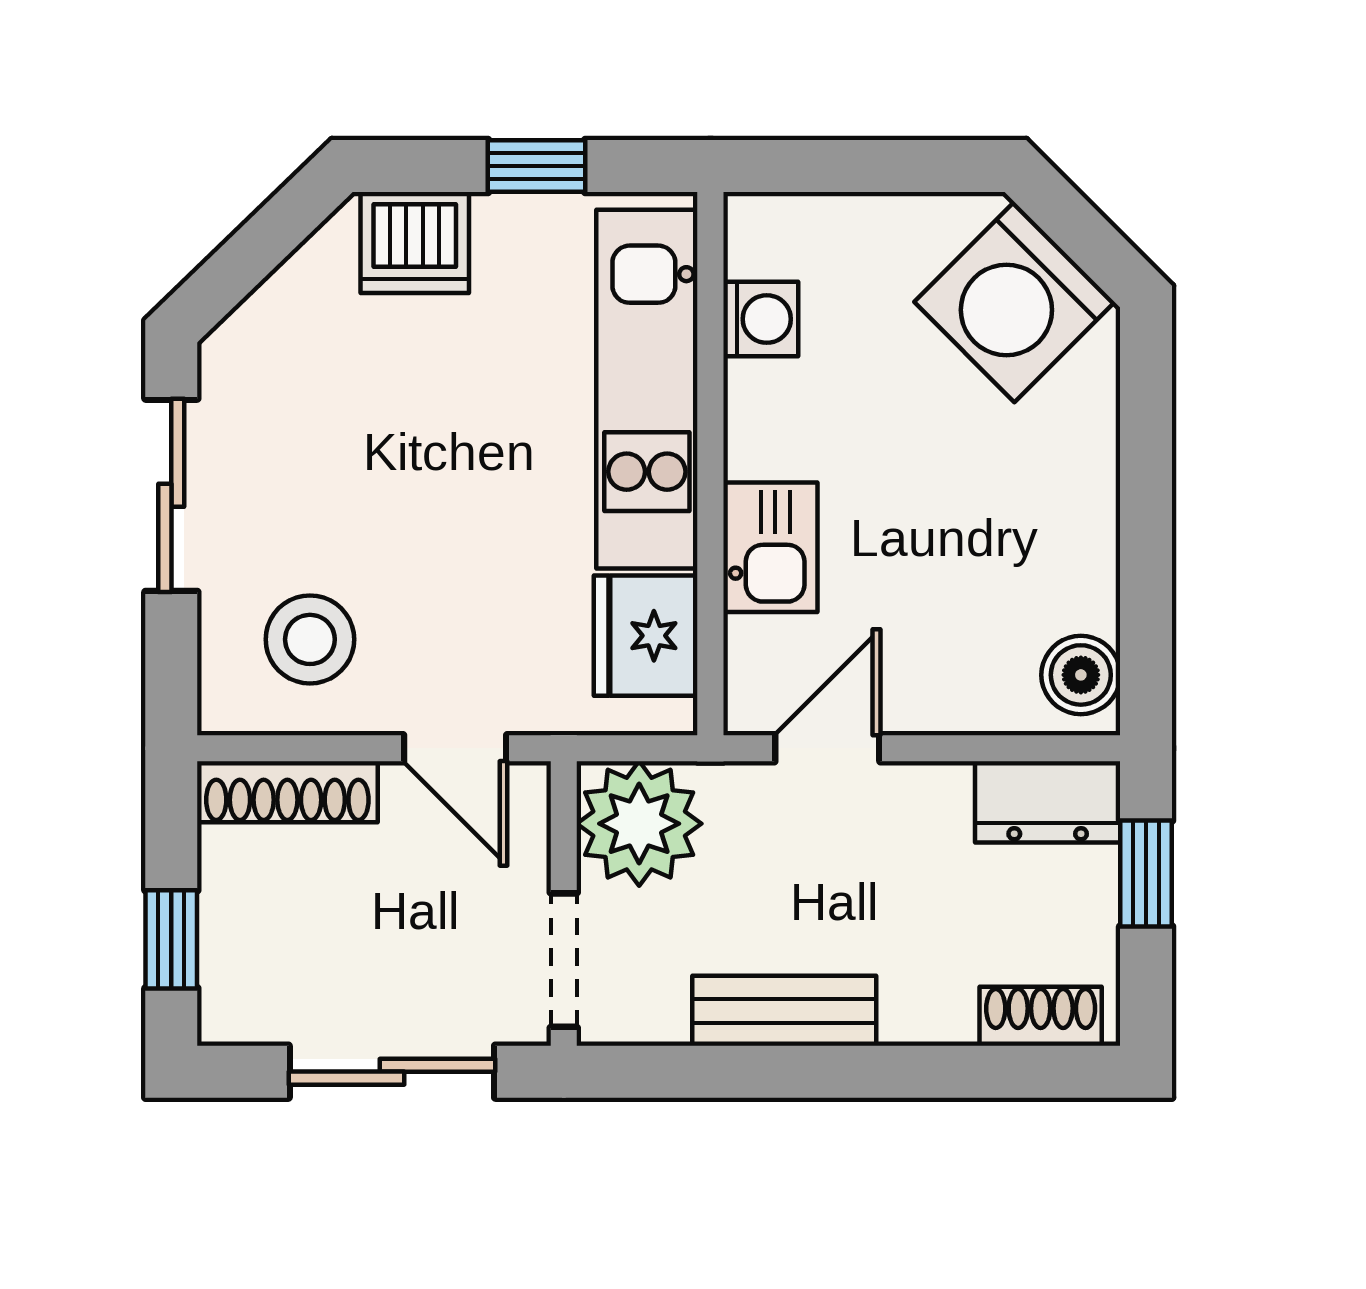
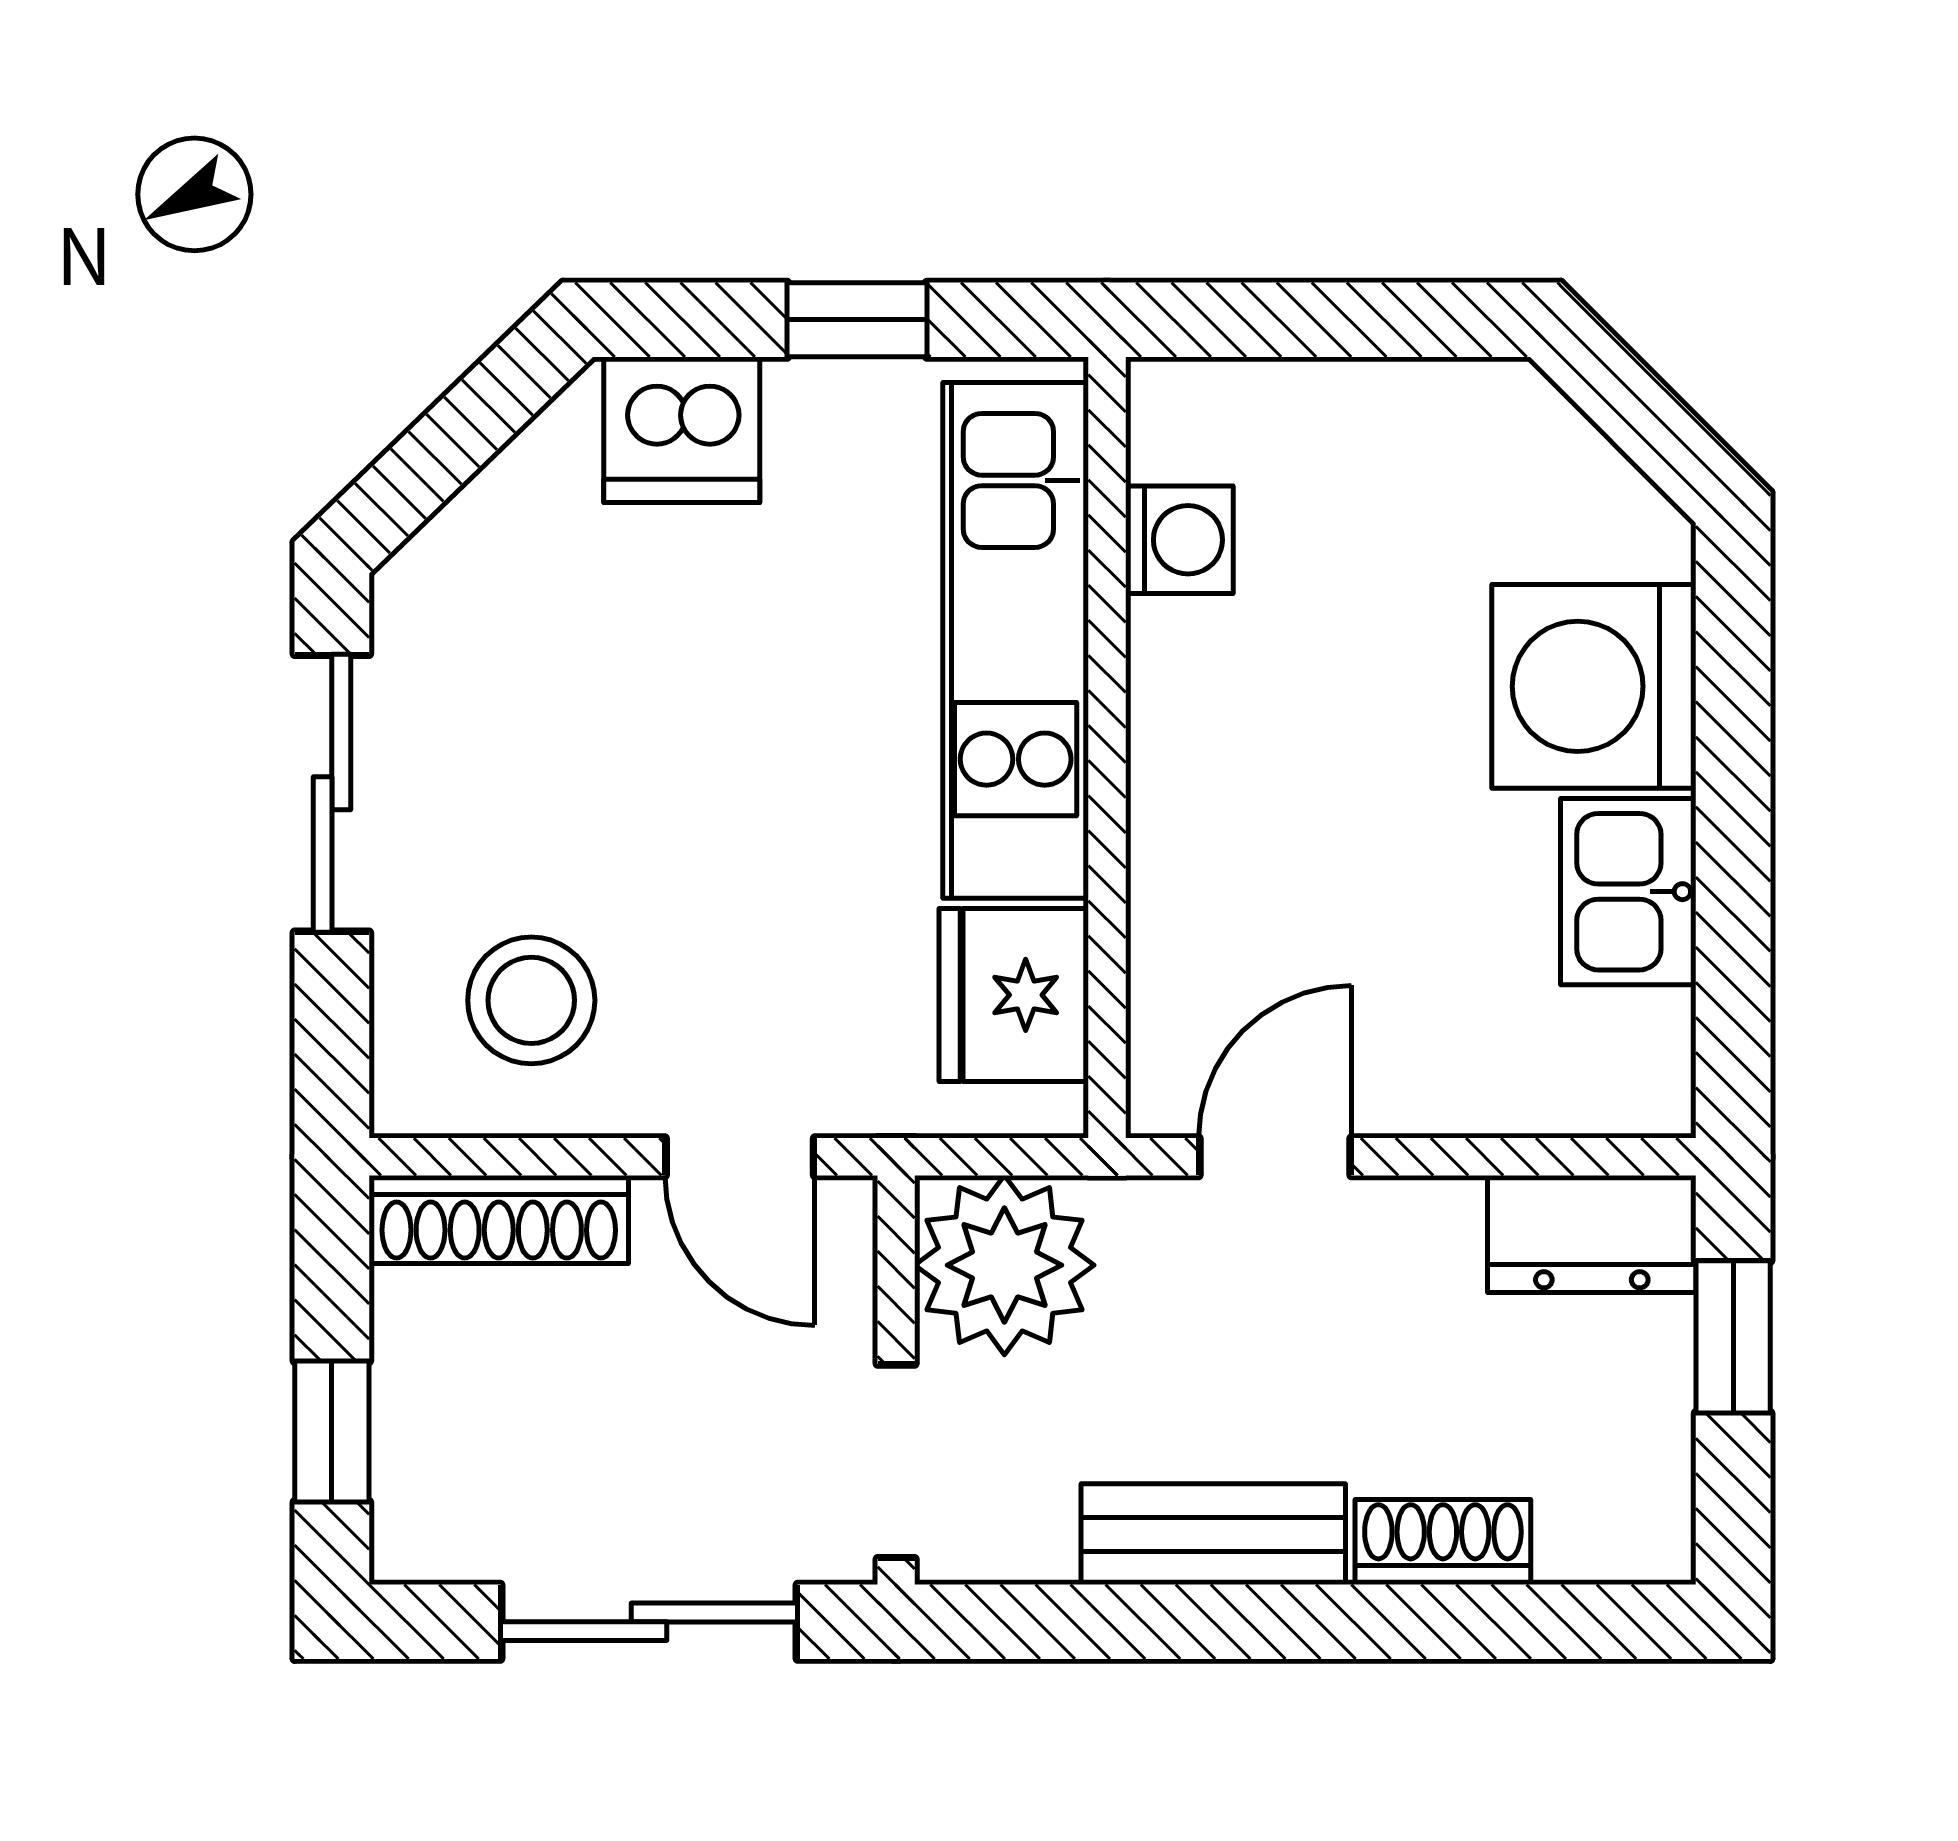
washing machine: (1014, 302) -> (1594, 686), moved, turned 45
kitchen sink: (770, 547) -> (1628, 892), moved, turned 180
boiler: (1081, 675) -> (1639, 1051), removed
shoe rack: (1041, 1016) -> (1443, 1542), moved

